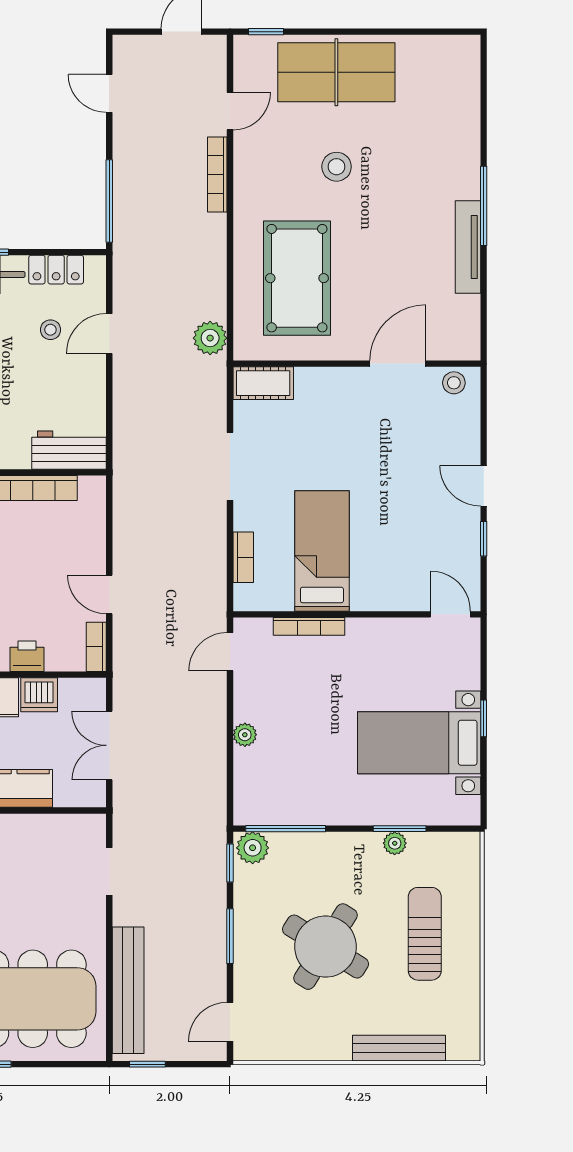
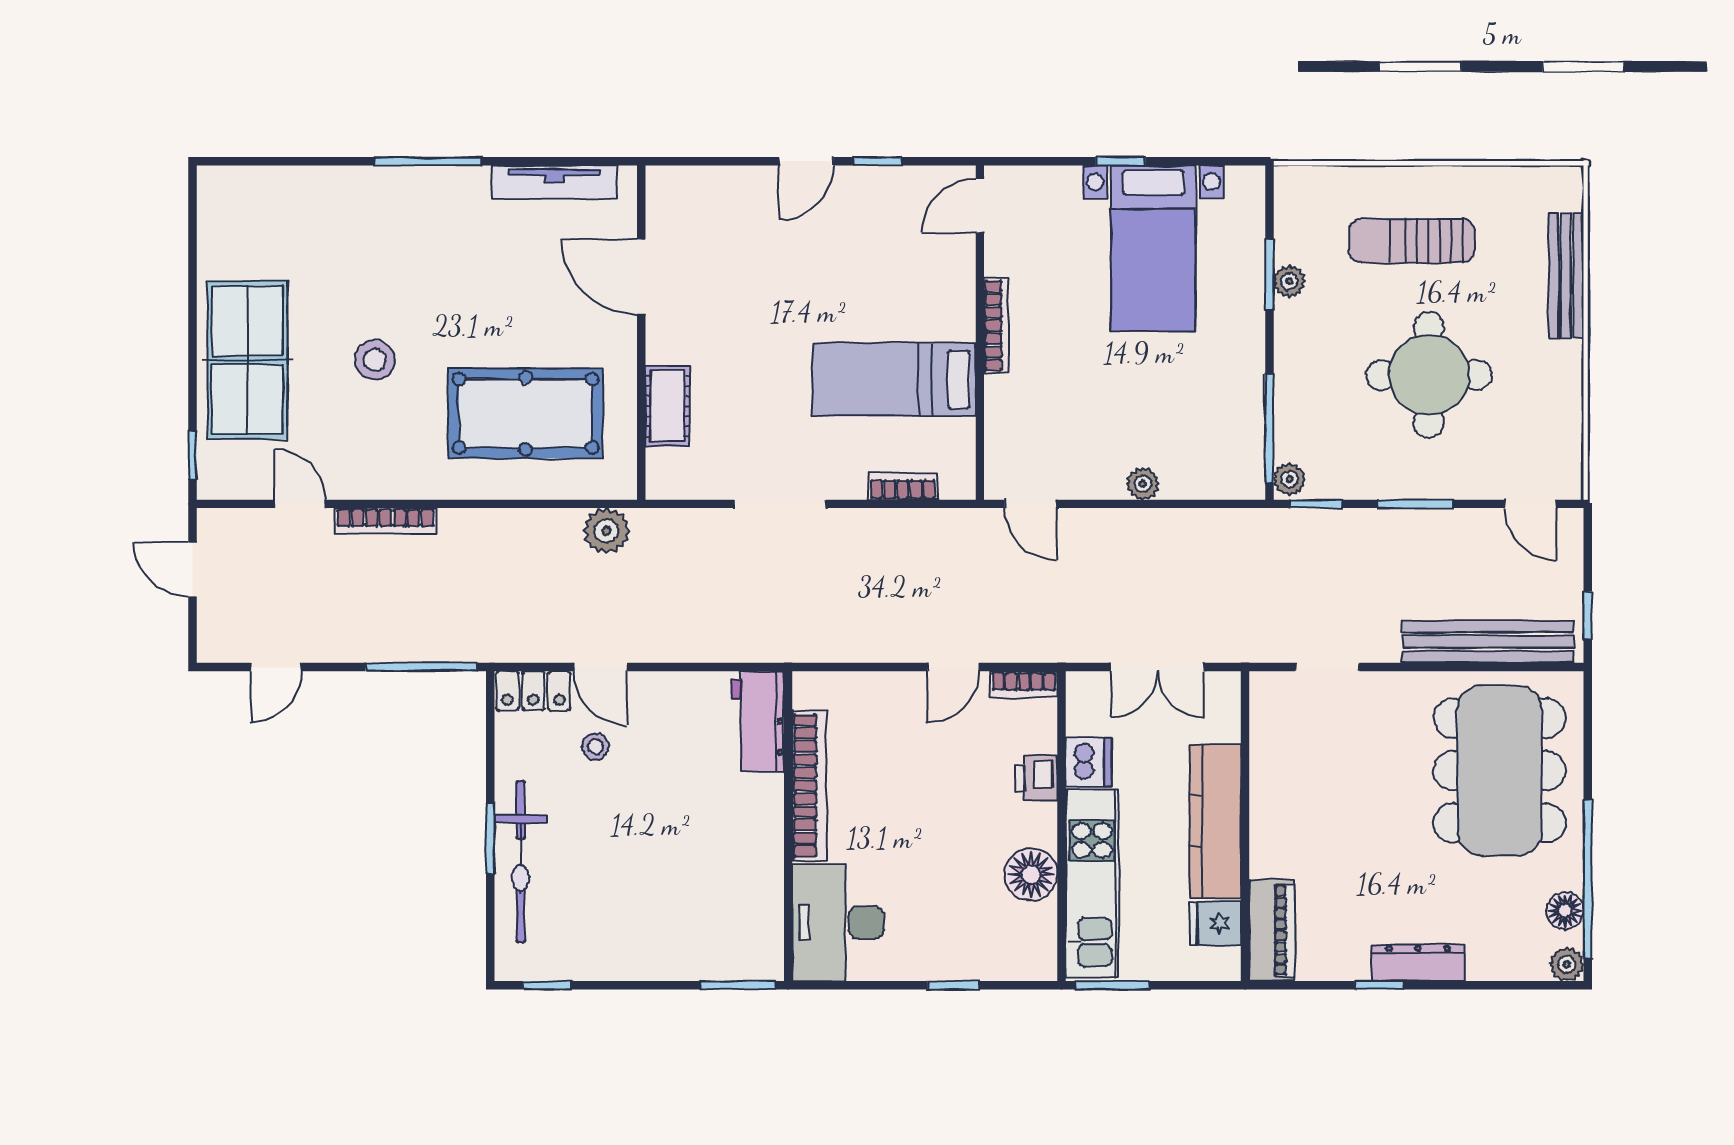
tv unit: (468, 247) -> (554, 182), moved
locker: (56, 270) -> (533, 691), moved, turned 90
cot: (263, 383) -> (668, 406), moved
stool: (454, 383) -> (667, 201), removed
bookcase: (309, 626) -> (996, 326), moved
plant: (253, 848) -> (1289, 479), width x0.73, depth x0.73
round table: (325, 947) -> (1429, 375), turned -32

